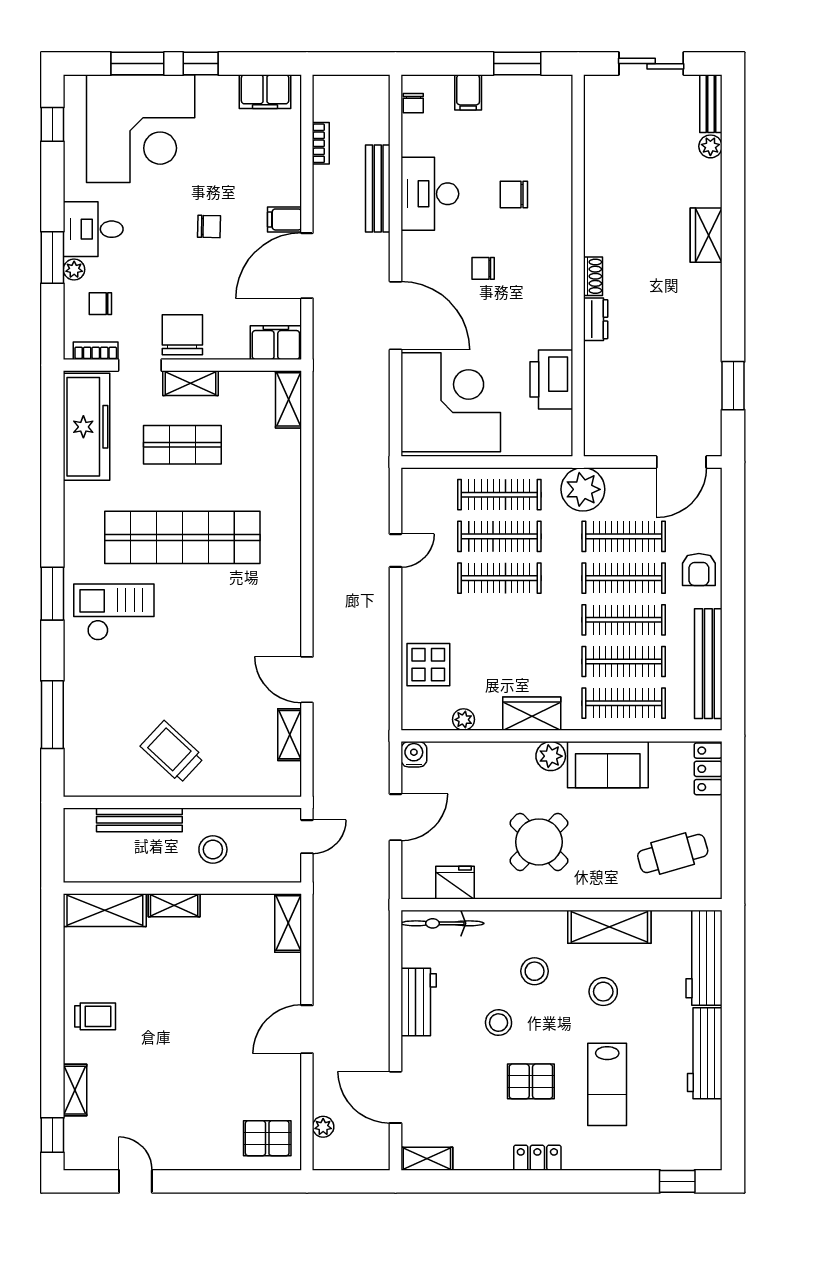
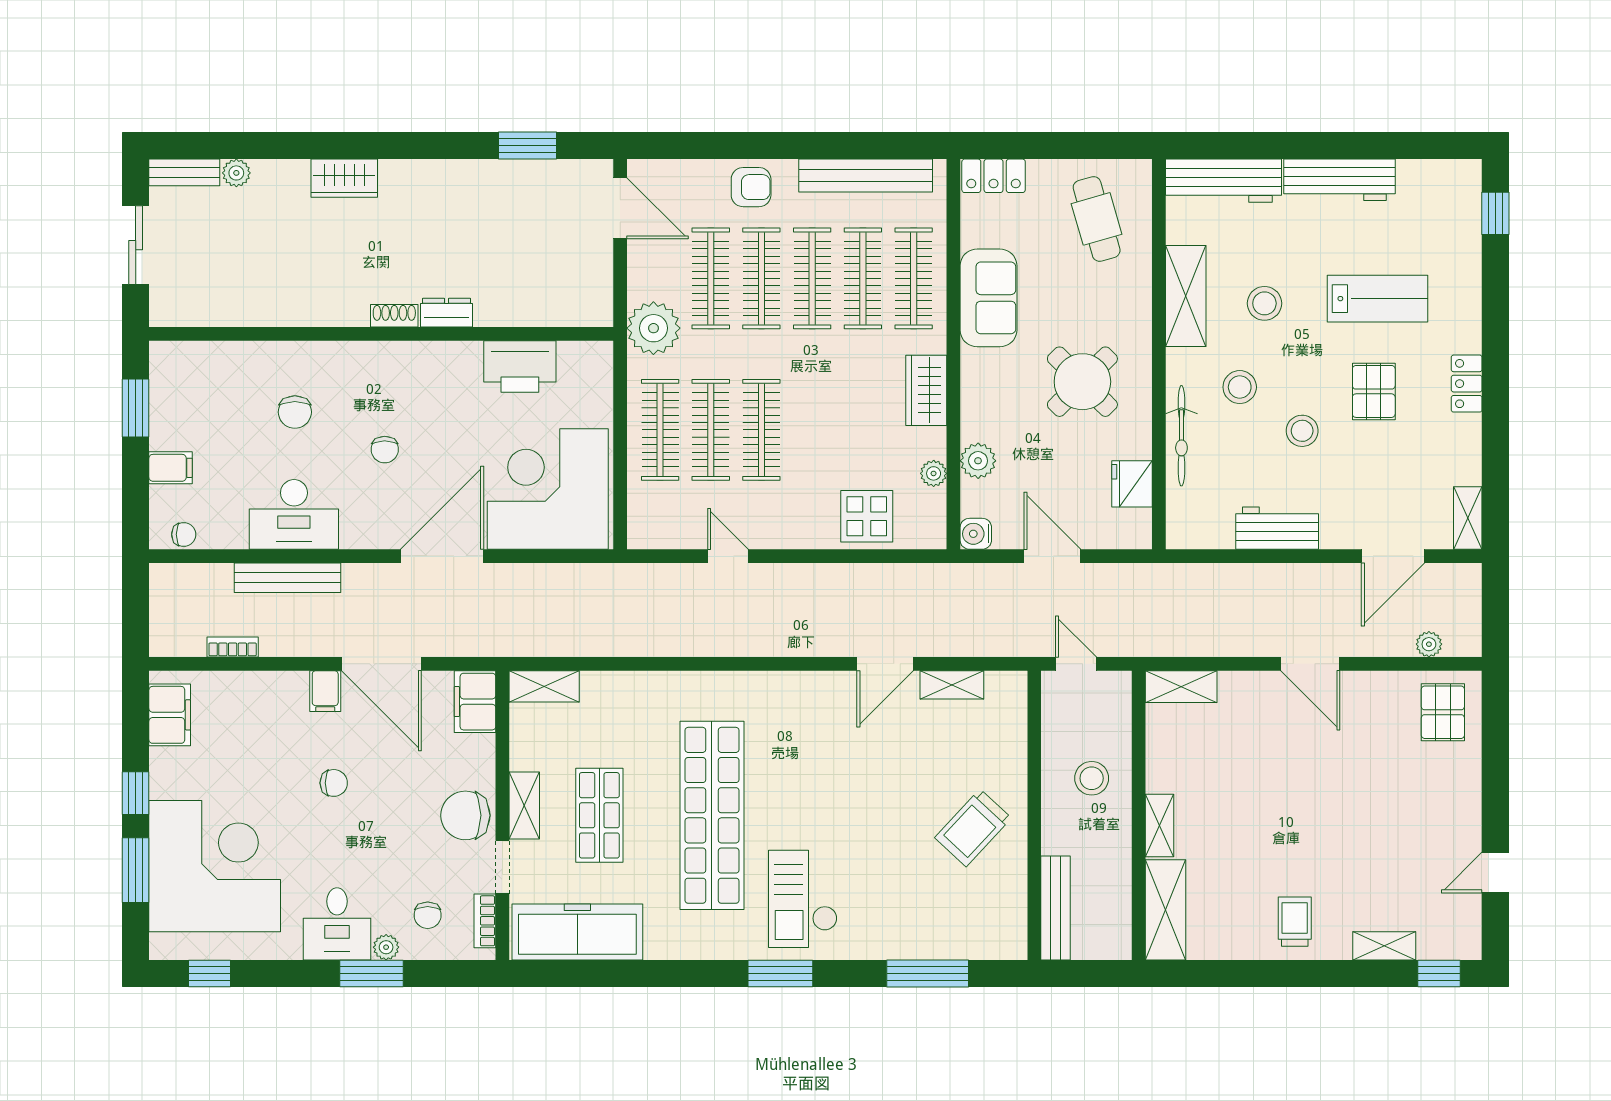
chair: (209, 226) -> (334, 783), turned 89
plant: (551, 756) -> (978, 461), moved
bench: (139, 820) -> (1056, 908), moved
bicycle: (442, 923) -> (1181, 436), moved

